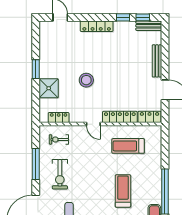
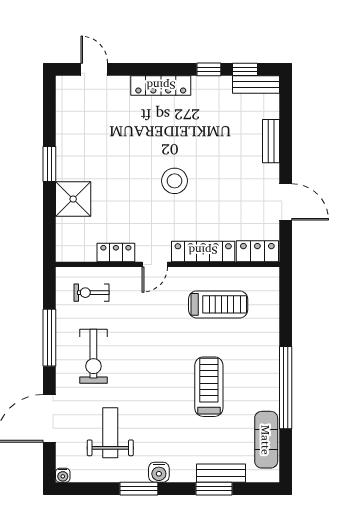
bench: (157, 61) -> (271, 141), width x0.73
stool: (86, 80) -> (175, 181), moved
locker: (59, 118) -> (116, 252), moved
door: (93, 124) -> (155, 264), hinge flipped
treadmill: (128, 146) -> (218, 304), turned 180

